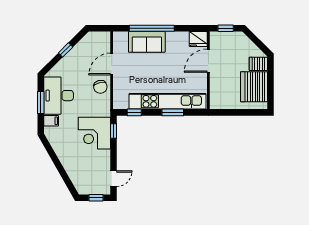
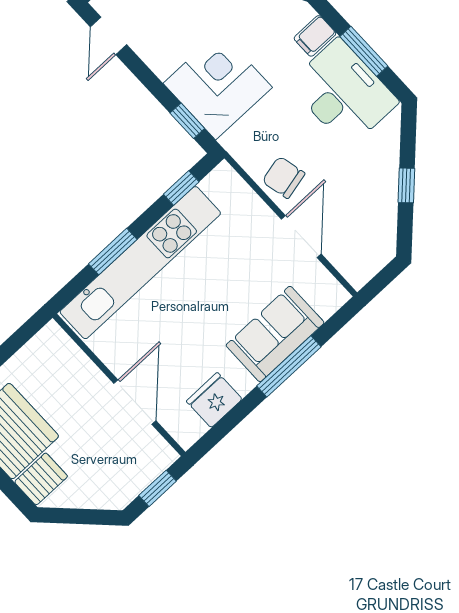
window: (152, 28) -> (289, 366), width x0.68
fridge: (198, 39) -> (214, 400), moved

